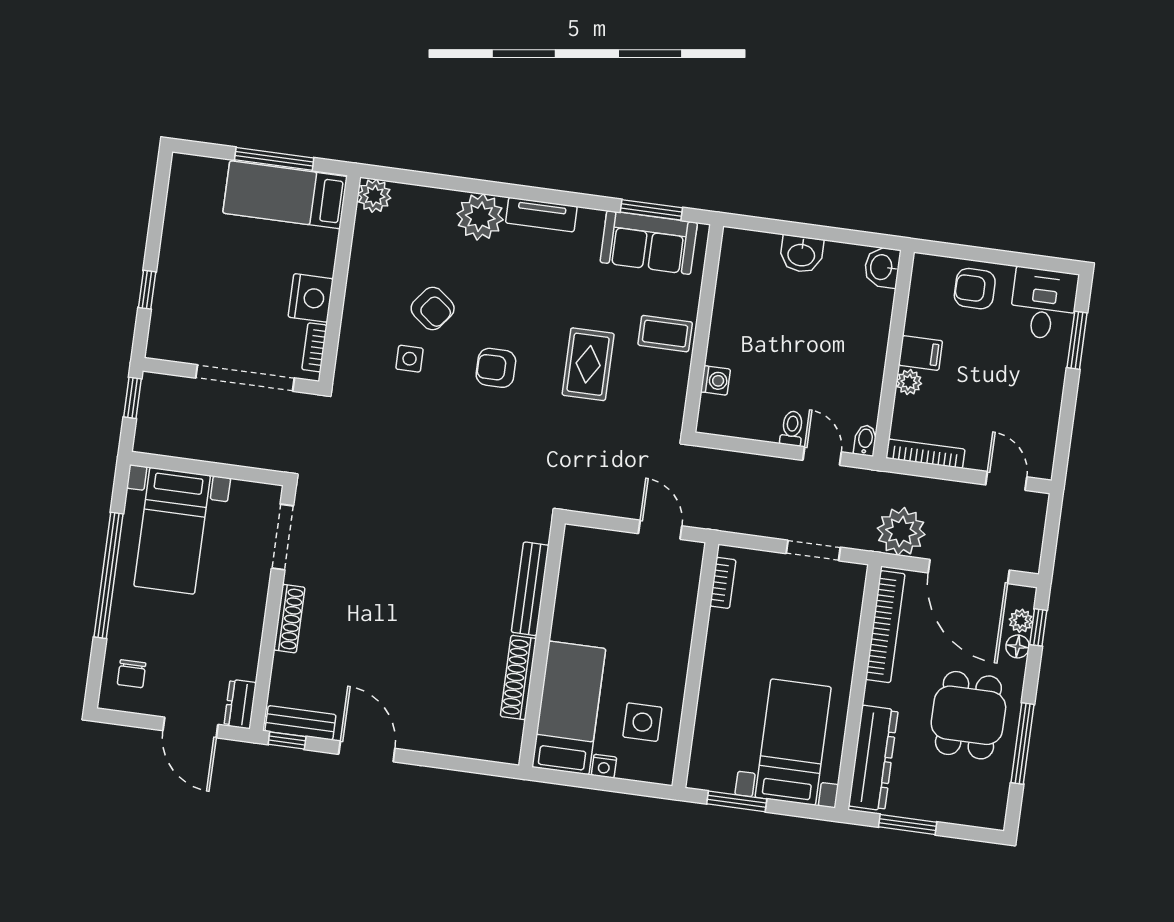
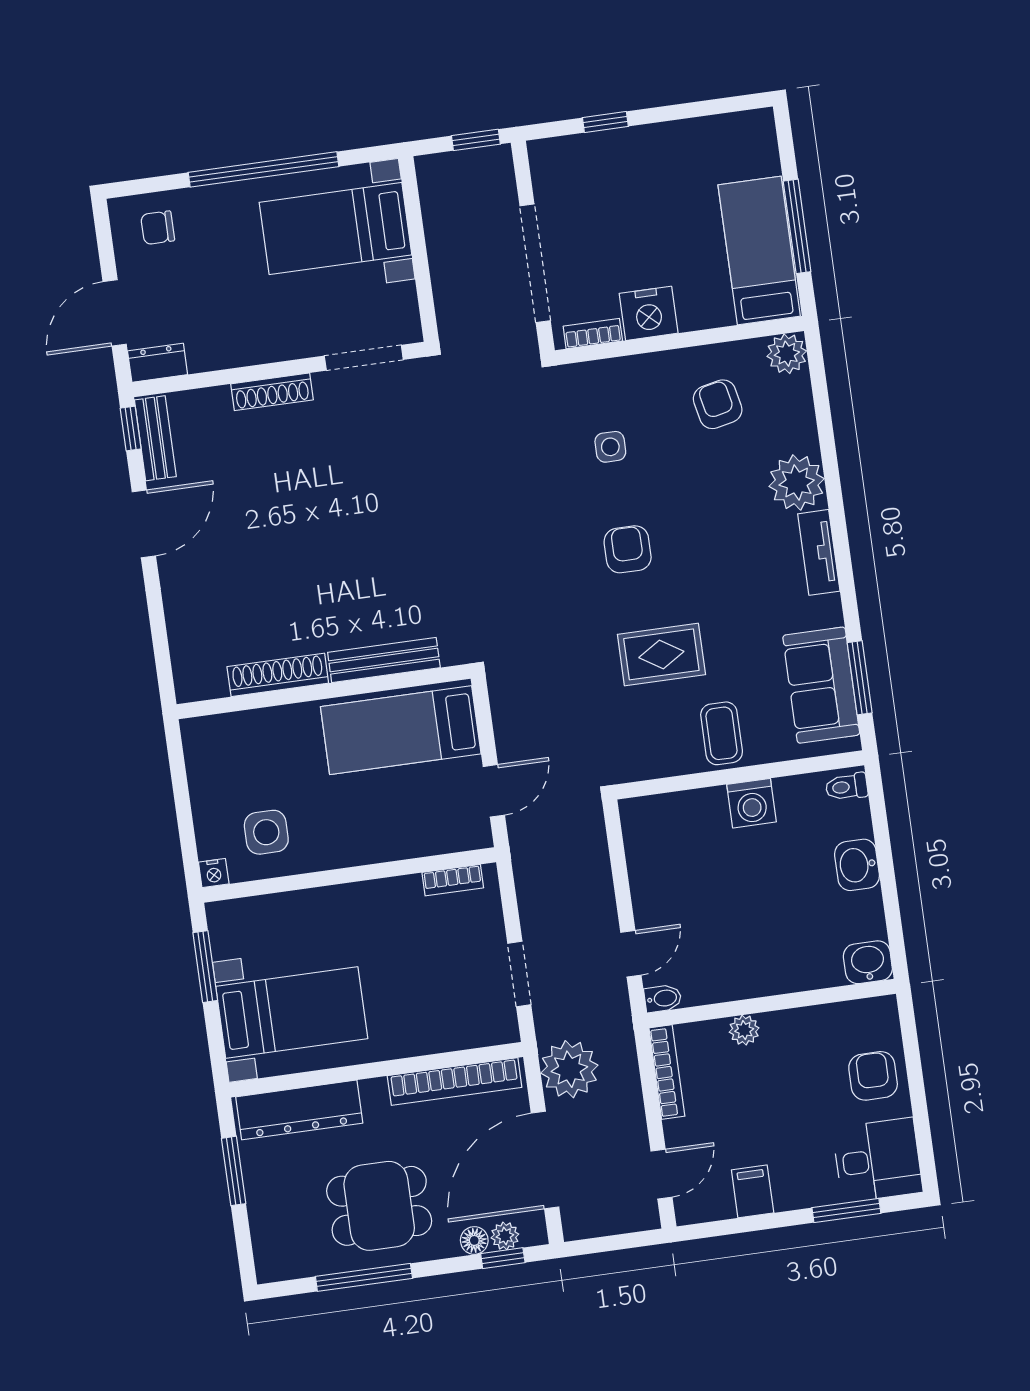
armchair: (433, 308) -> (718, 404), moved, turned 130
filing cabinet: (920, 353) -> (753, 1191), moved, turned 180
washing machine: (715, 380) -> (752, 803), moved, width x1.38, depth x1.38
toilet: (792, 428) -> (847, 787), moved, turned 180
bed: (569, 708) -> (401, 730), moved, turned 180
nightstand: (604, 766) -> (214, 873), moved, turned -90

